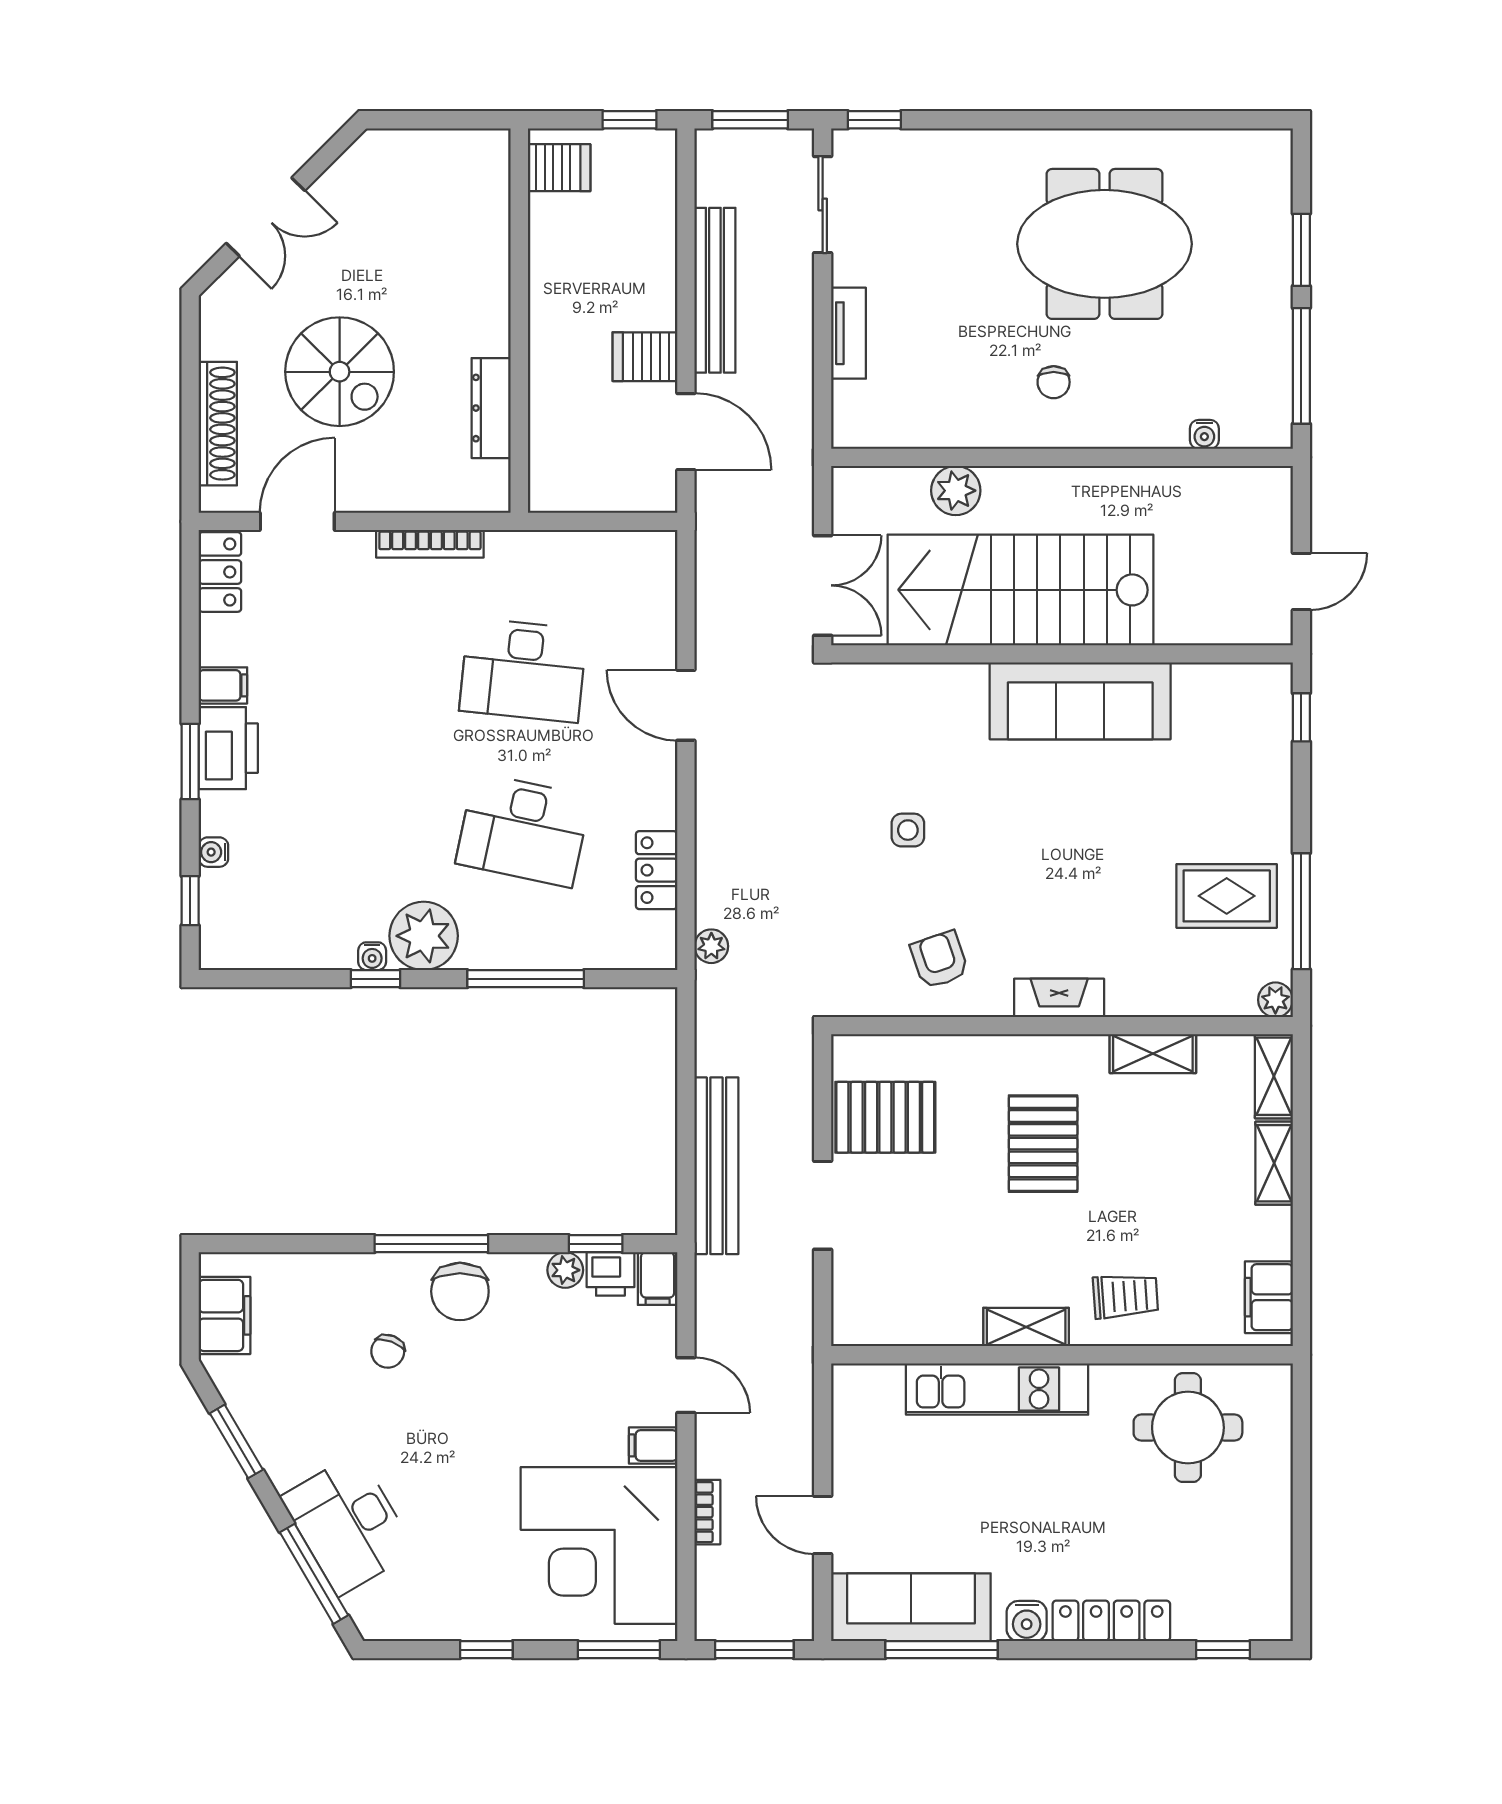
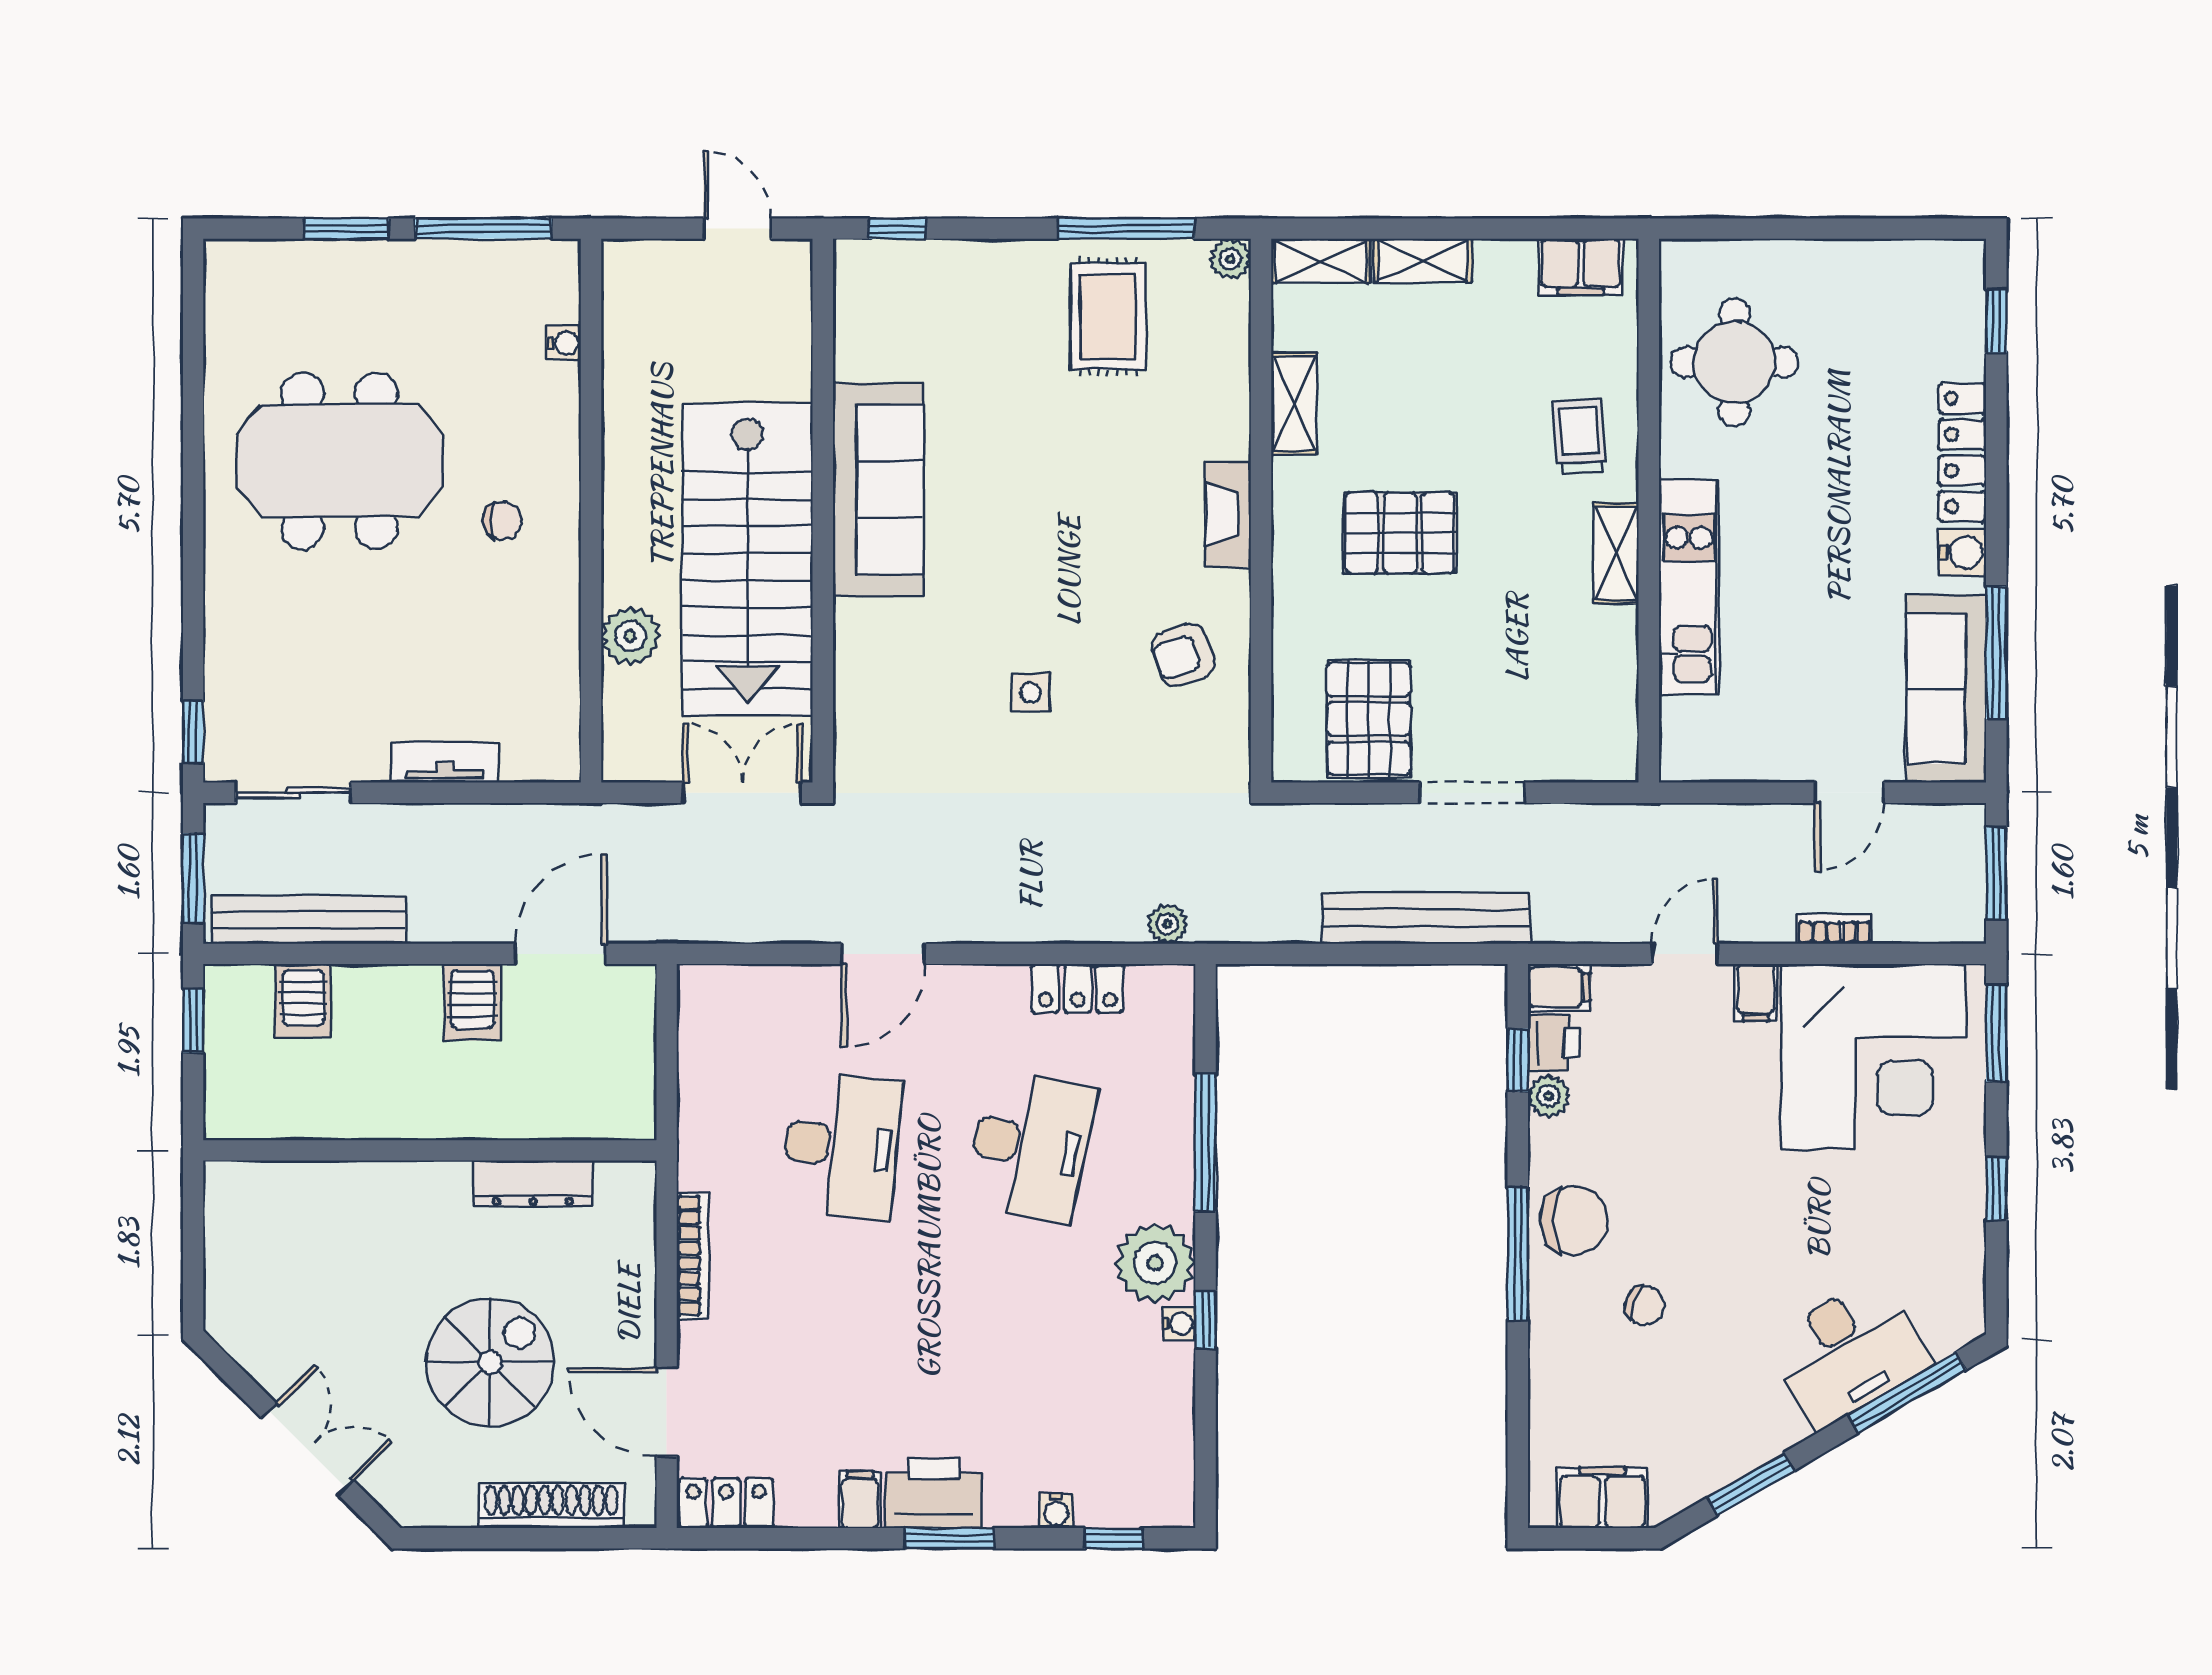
server rack: (559, 168) -> (303, 1001), moved, turned 180
meeting table: (1105, 244) -> (340, 461), turned 90
bench: (715, 290) -> (309, 920), moved

